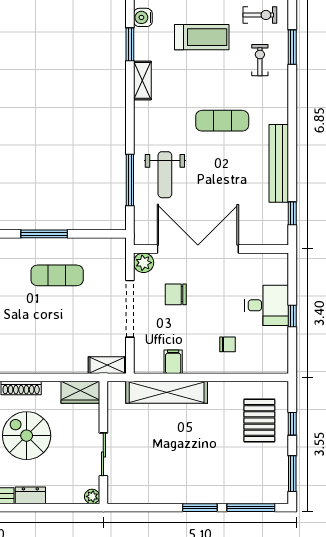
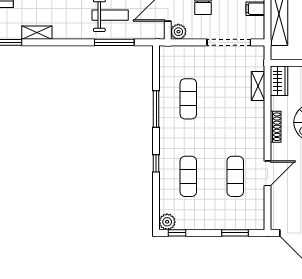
doorway: (130, 309) -> (229, 42), moved
shelving: (107, 365) -> (258, 86), moved

